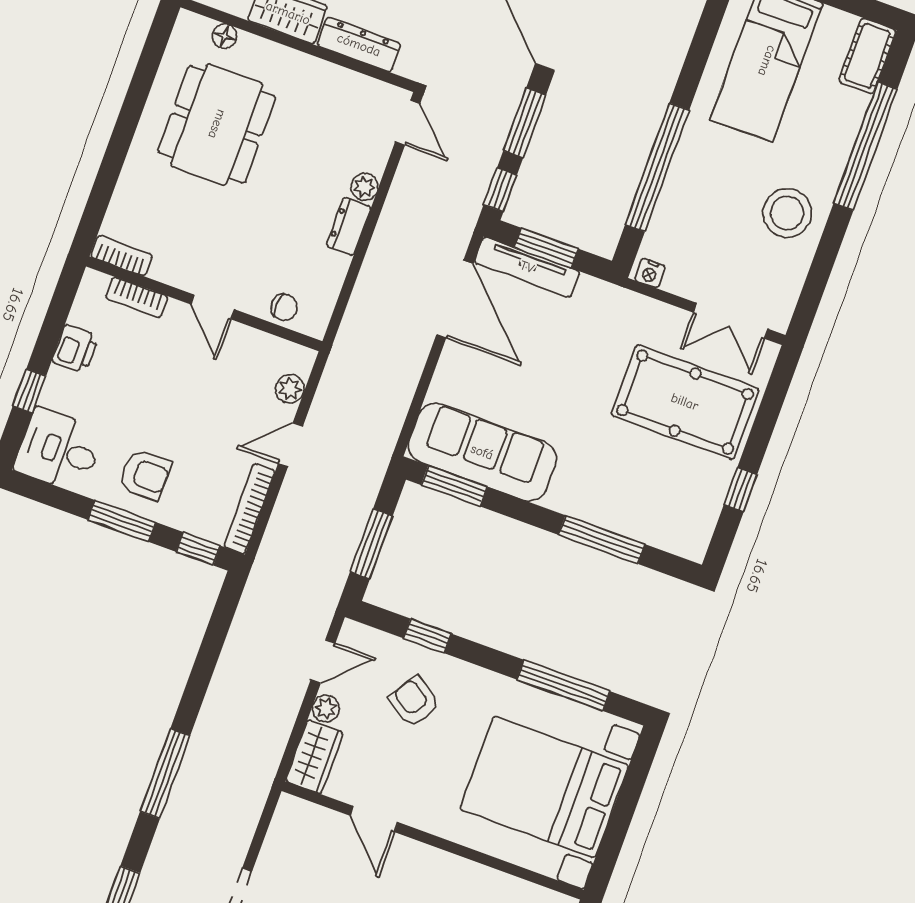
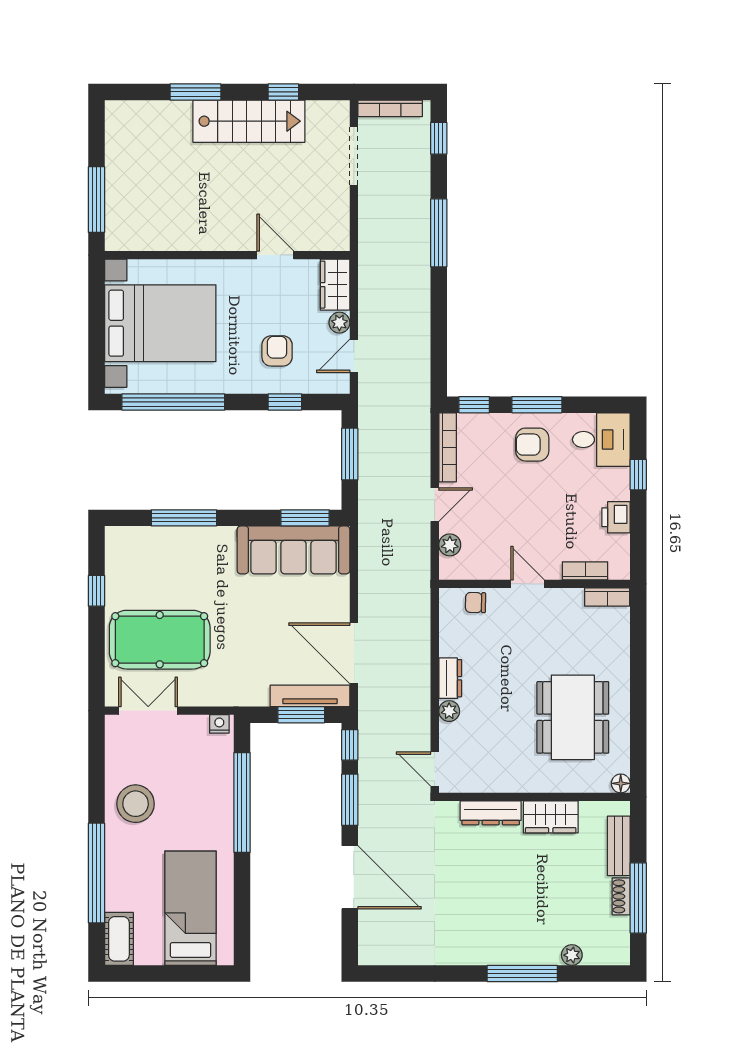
floor lamp: (224, 36) -> (621, 783), moved
window: (563, 685) -> (173, 402), width x1.46
armchair: (414, 702) -> (277, 351), turned -123

